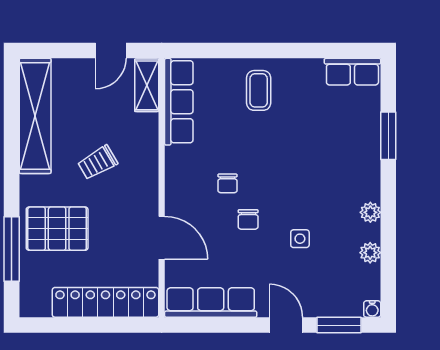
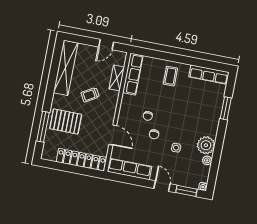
row of seats: (352, 72) -> (209, 75), width x1.48
shelving: (147, 85) -> (117, 78), moved
plant: (370, 212) -> (206, 145), width x1.88, depth x1.88

